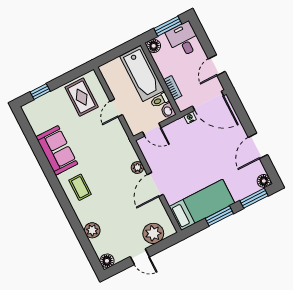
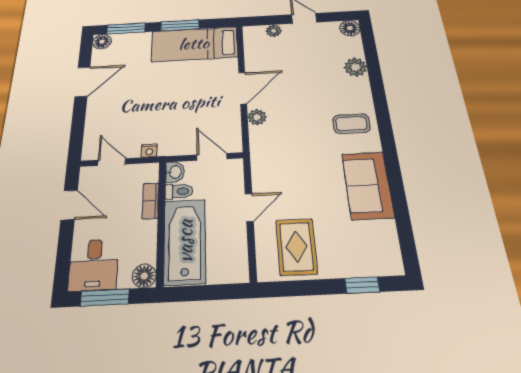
door: (217, 65) -> (69, 205), hinge flipped
door: (208, 101) -> (112, 162), width x0.53
coffee table: (80, 187) -> (351, 124), turned 90
plant: (153, 233) -> (274, 31), width x0.53, depth x0.53

